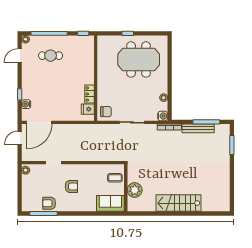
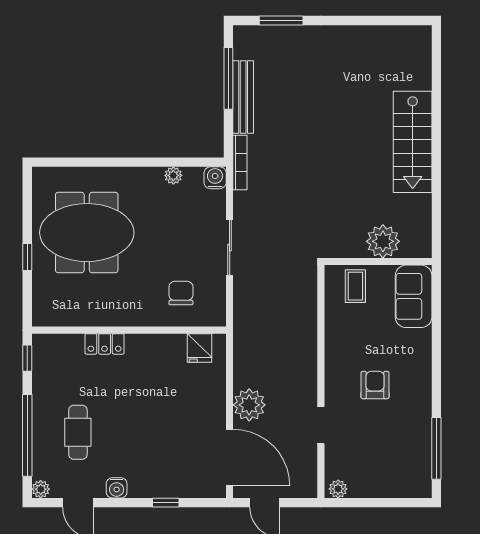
meeting table: (139, 59) -> (87, 233), turned 90
locker: (89, 94) -> (105, 344), moved
water cooler: (26, 104) -> (117, 488), moved
chair: (106, 112) -> (181, 293), moved
plant: (63, 131) -> (249, 405), added
armchair: (49, 203) -> (413, 436), removed

